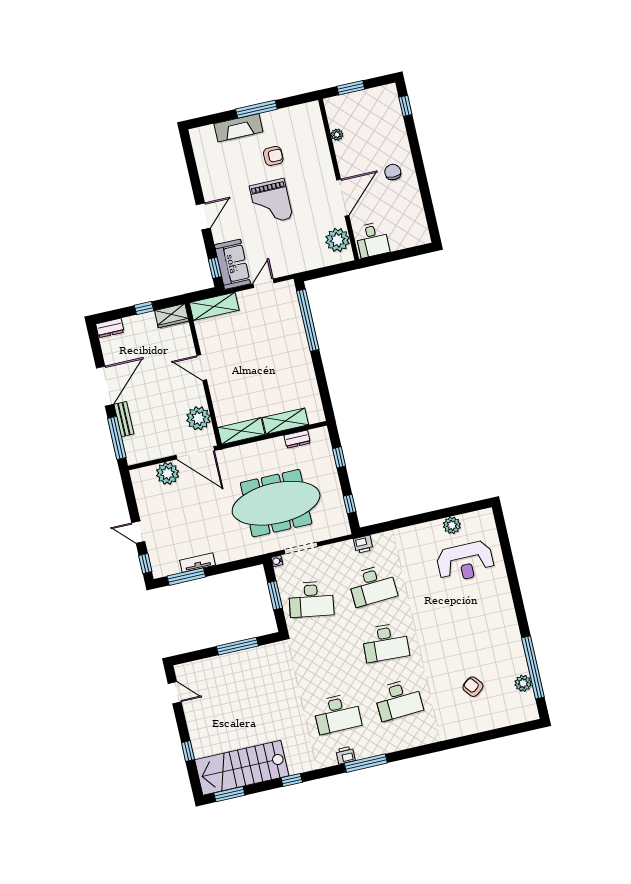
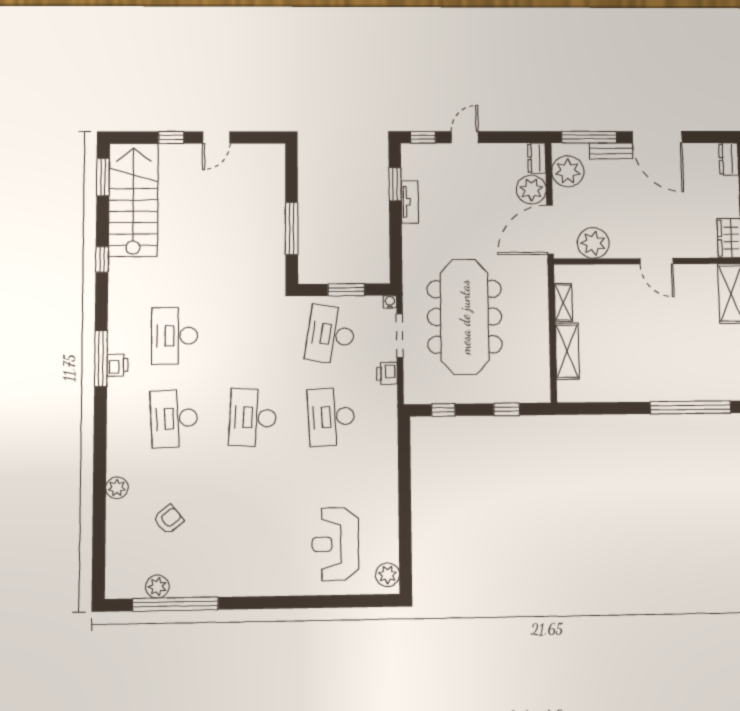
door: (202, 368) -> (656, 261), swing flipped
shelving: (241, 431) -> (563, 302), width x0.67, depth x0.75
dresser: (297, 439) -> (537, 158), moved
plant: (147, 449) -> (568, 171), added
plant: (452, 525) -> (388, 575), moved
printer: (363, 544) -> (387, 373), moved
window: (186, 577) -> (395, 184), width x0.69
door: (175, 693) -> (216, 137), moved
plant: (458, 729) -> (117, 488), added
printer: (346, 755) -> (117, 365), moved

